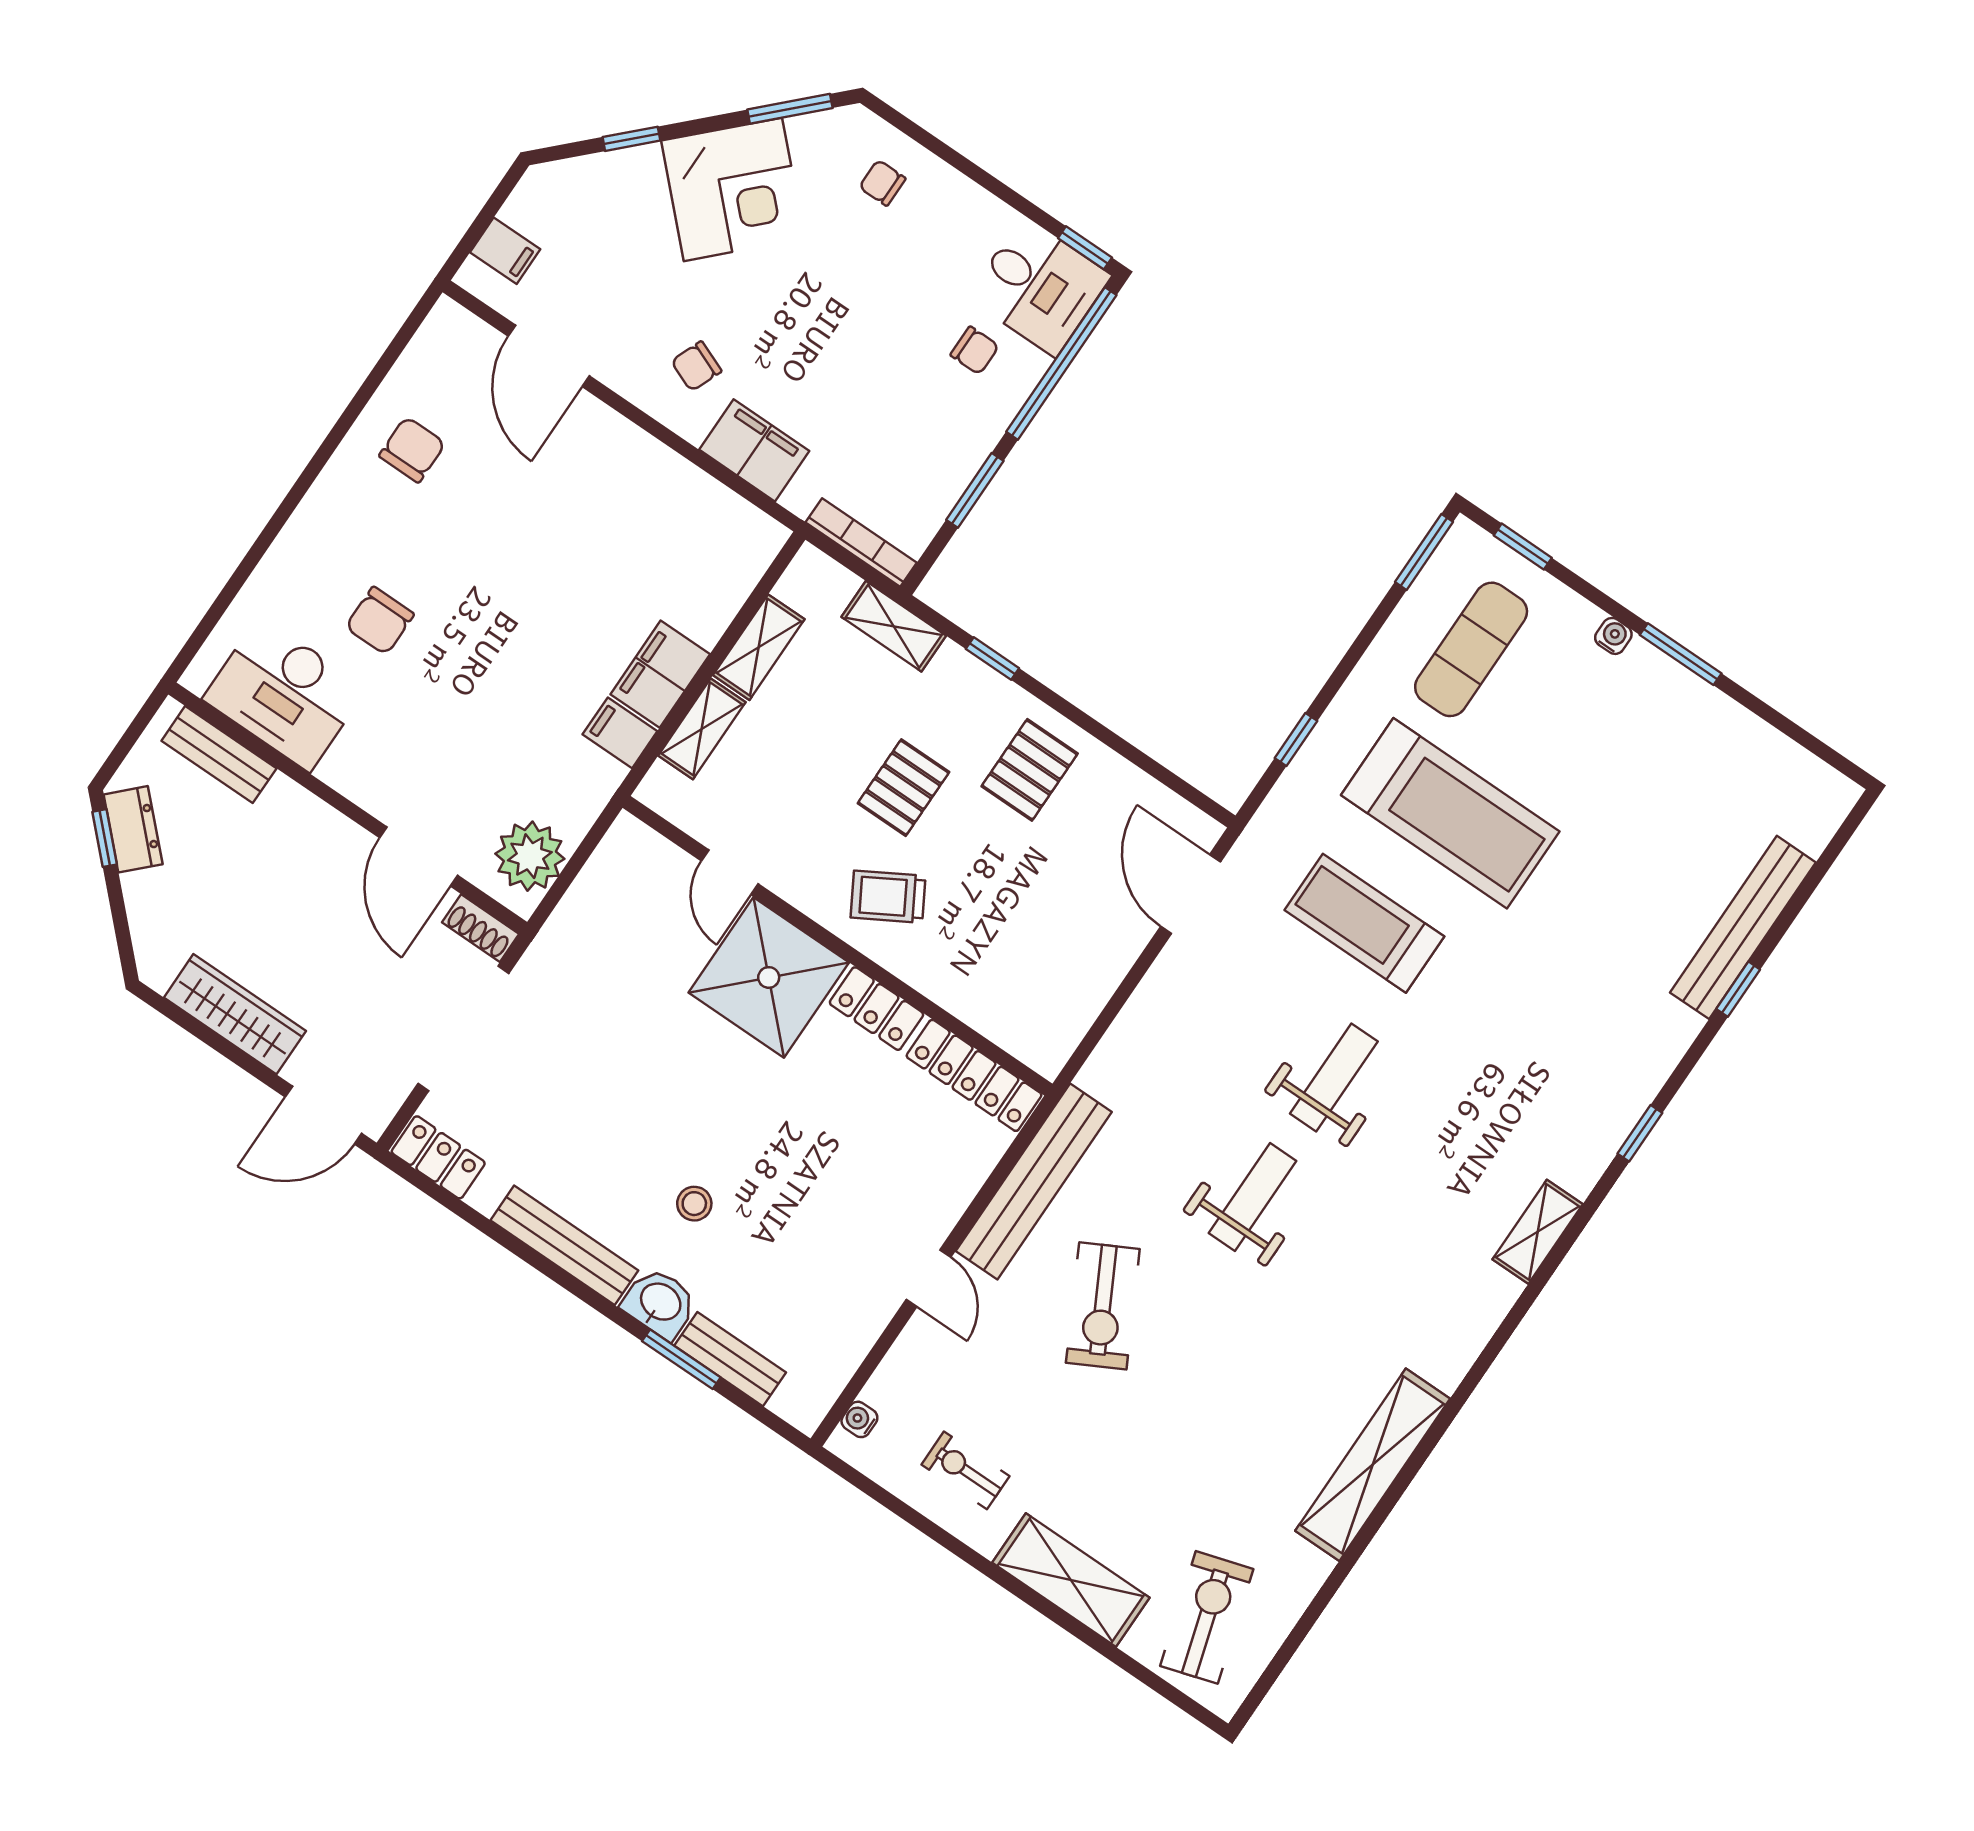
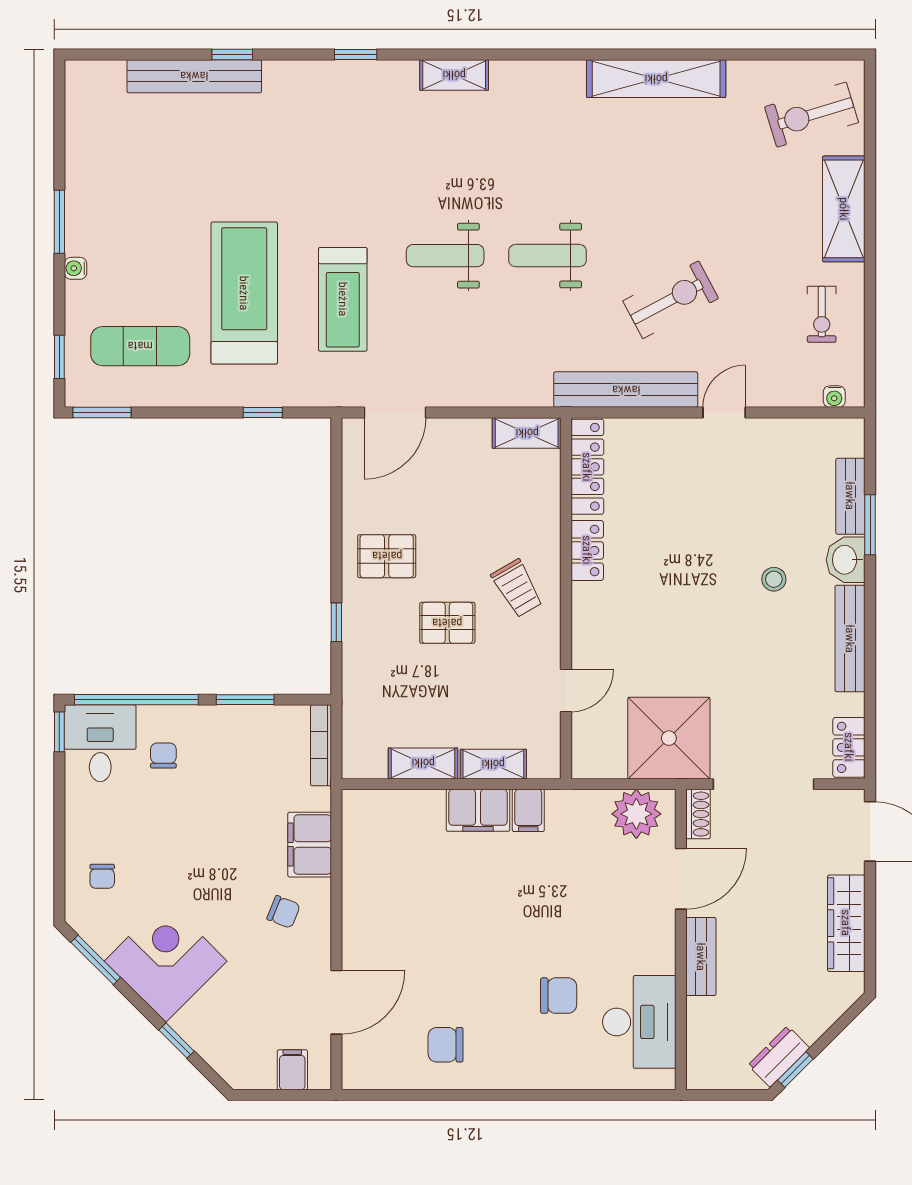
shelving: (894, 626) -> (527, 433), moved, turned 90
bench: (219, 755) -> (701, 957), moved
shower: (769, 977) -> (669, 738), moved

